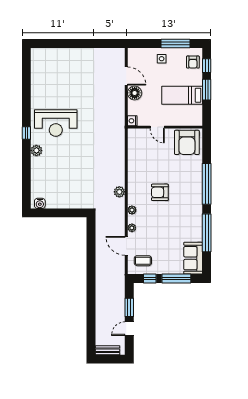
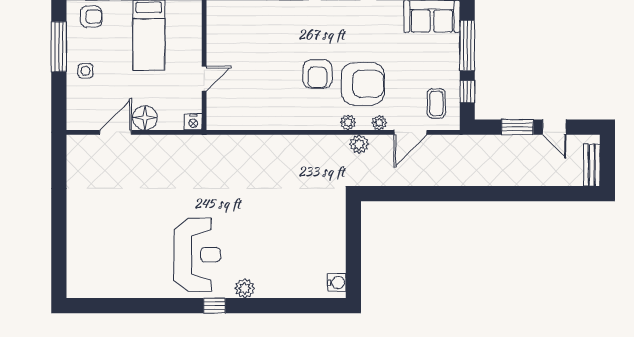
armchair: (187, 142) -> (363, 84), moved
plant: (119, 192) -> (359, 144), moved

